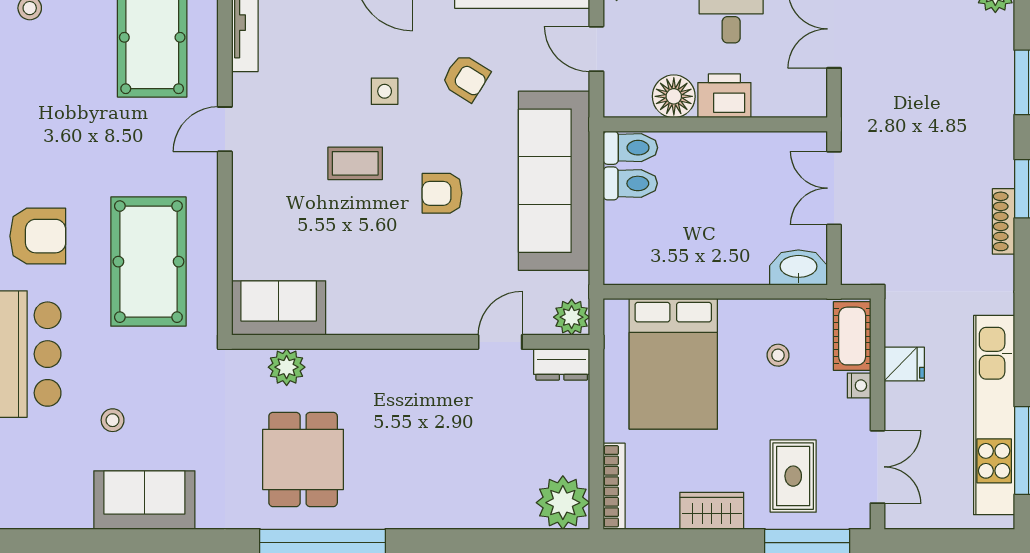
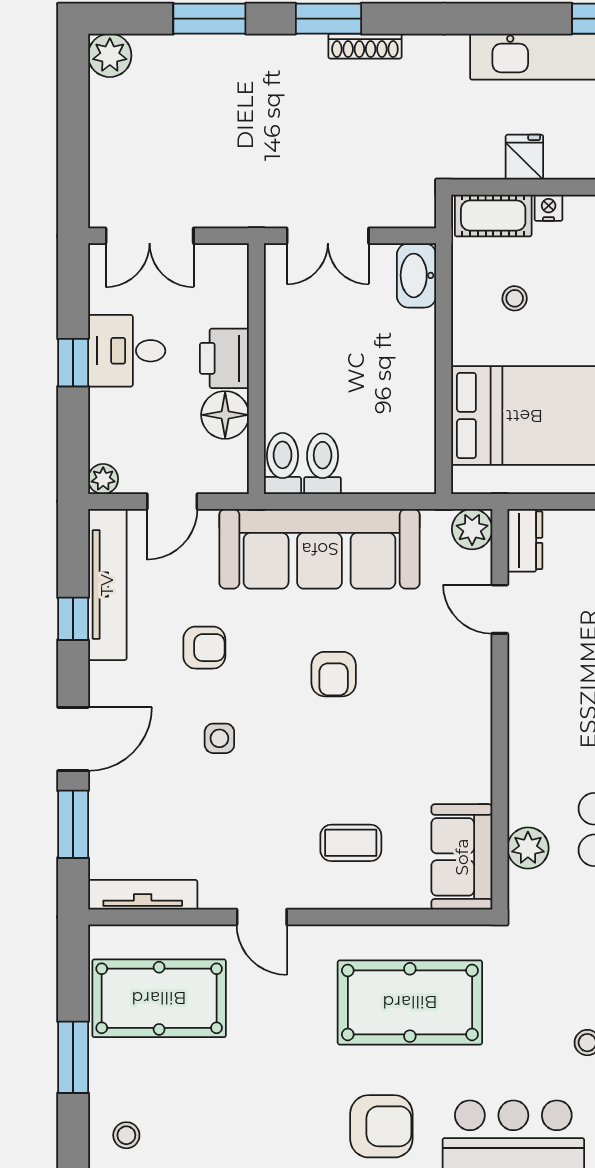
armchair: (466, 78) -> (204, 648), turned 58
coffee table: (355, 163) -> (351, 843), moved, turned 90
armchair: (38, 236) -> (381, 1126), turned 90

